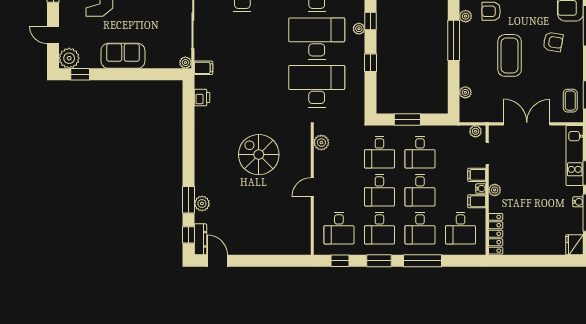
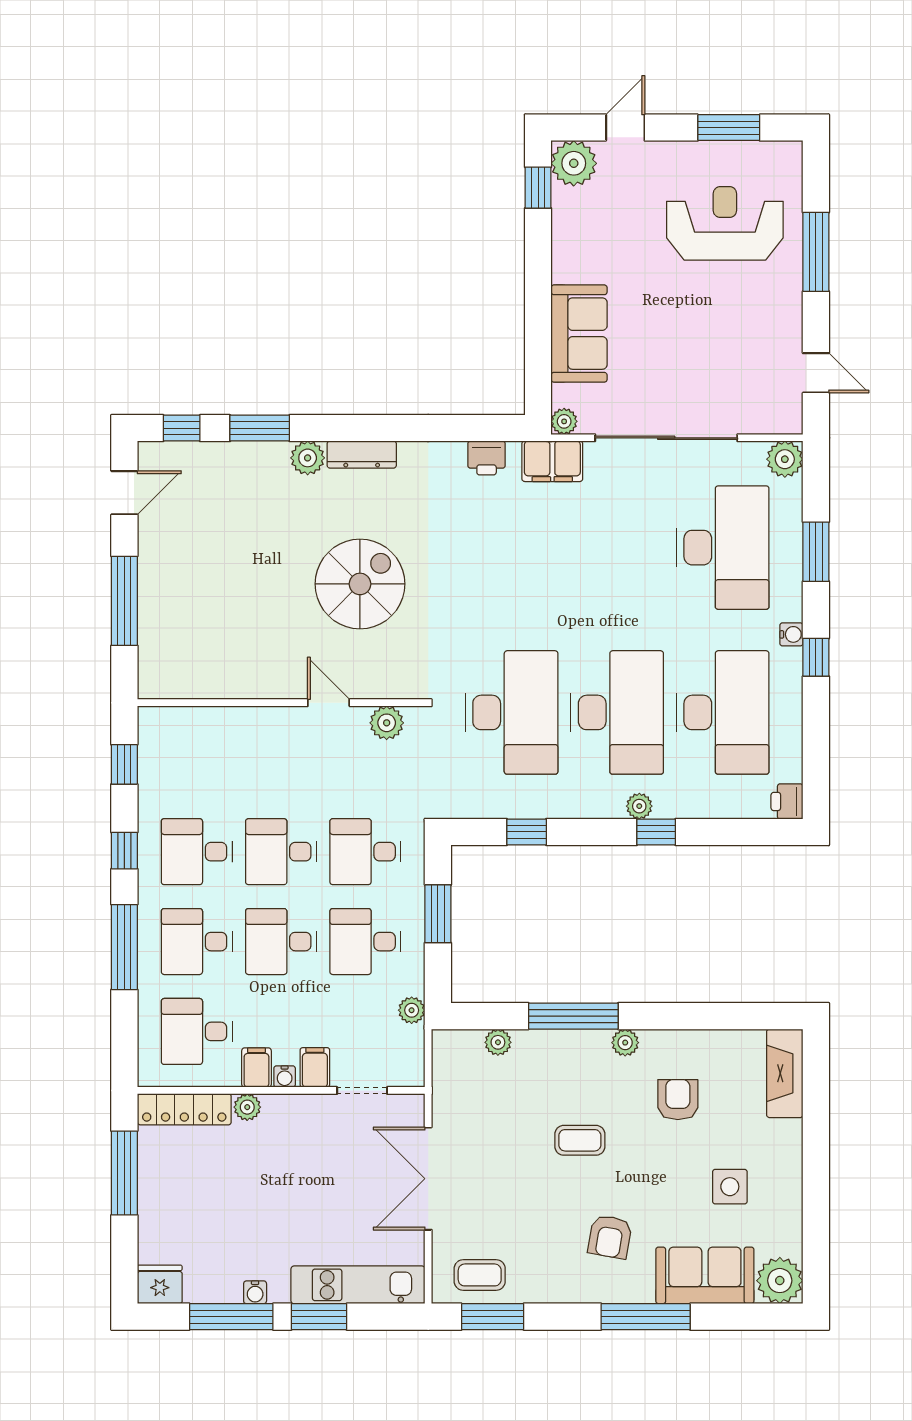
plant: (466, 16) -> (625, 1043), moved
window: (454, 40) -> (573, 1016), moved
coffee table: (510, 55) -> (580, 1140), width x0.54, depth x0.58
sofa: (123, 56) -> (579, 334), moved
window: (371, 63) -> (527, 832), moved
filing cabinet: (203, 68) -> (552, 461), width x2.00
double door: (527, 124) -> (428, 1179), swing flipped
plant: (475, 131) -> (412, 1010), moved
door: (312, 187) -> (329, 703), moved
plant: (495, 190) -> (247, 1107), moved
plant: (202, 204) -> (308, 458), moved
desk: (339, 228) -> (197, 762), removed
dresser: (200, 239) -> (362, 455), moved
window: (266, 261) -> (124, 601), added
window: (379, 261) -> (124, 851), width x0.67
window: (524, 261) -> (124, 1173), added

